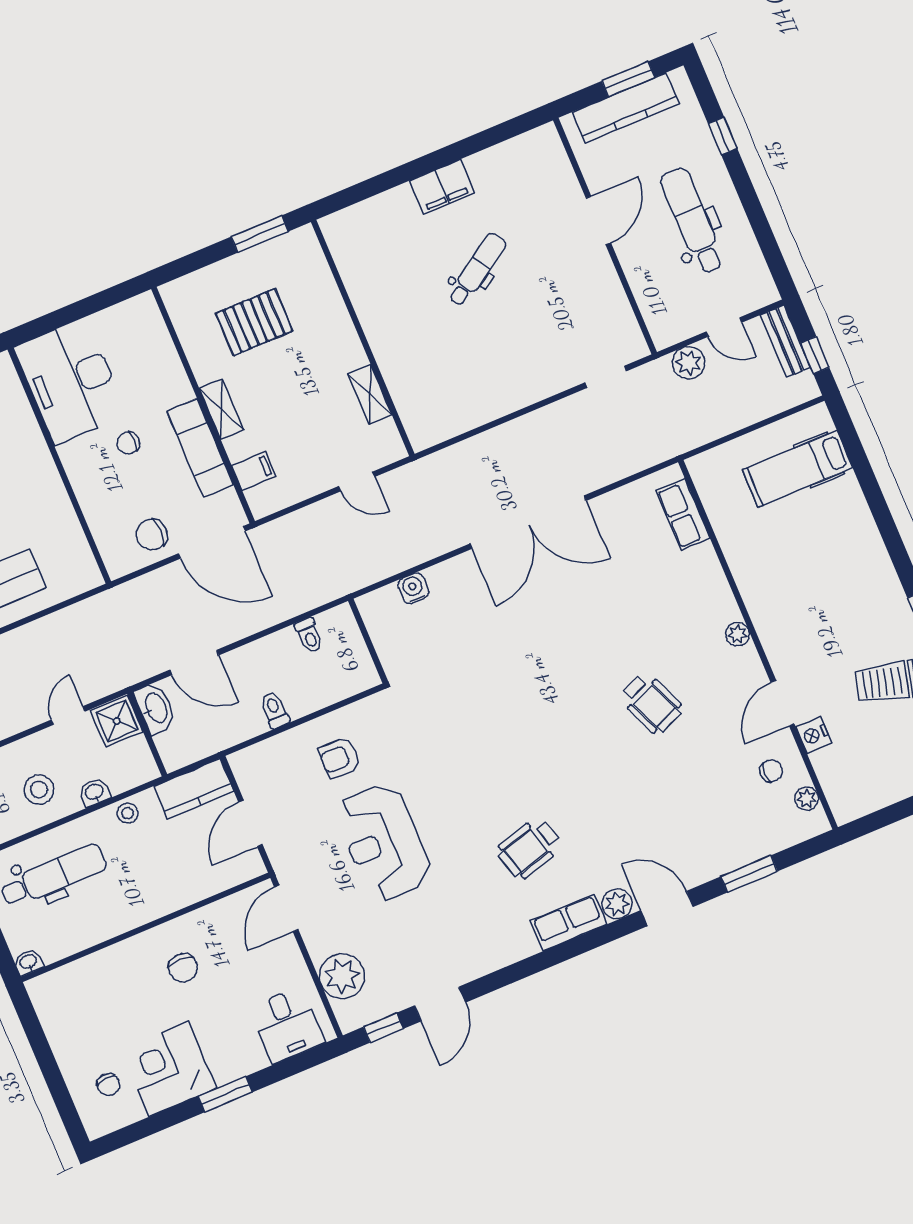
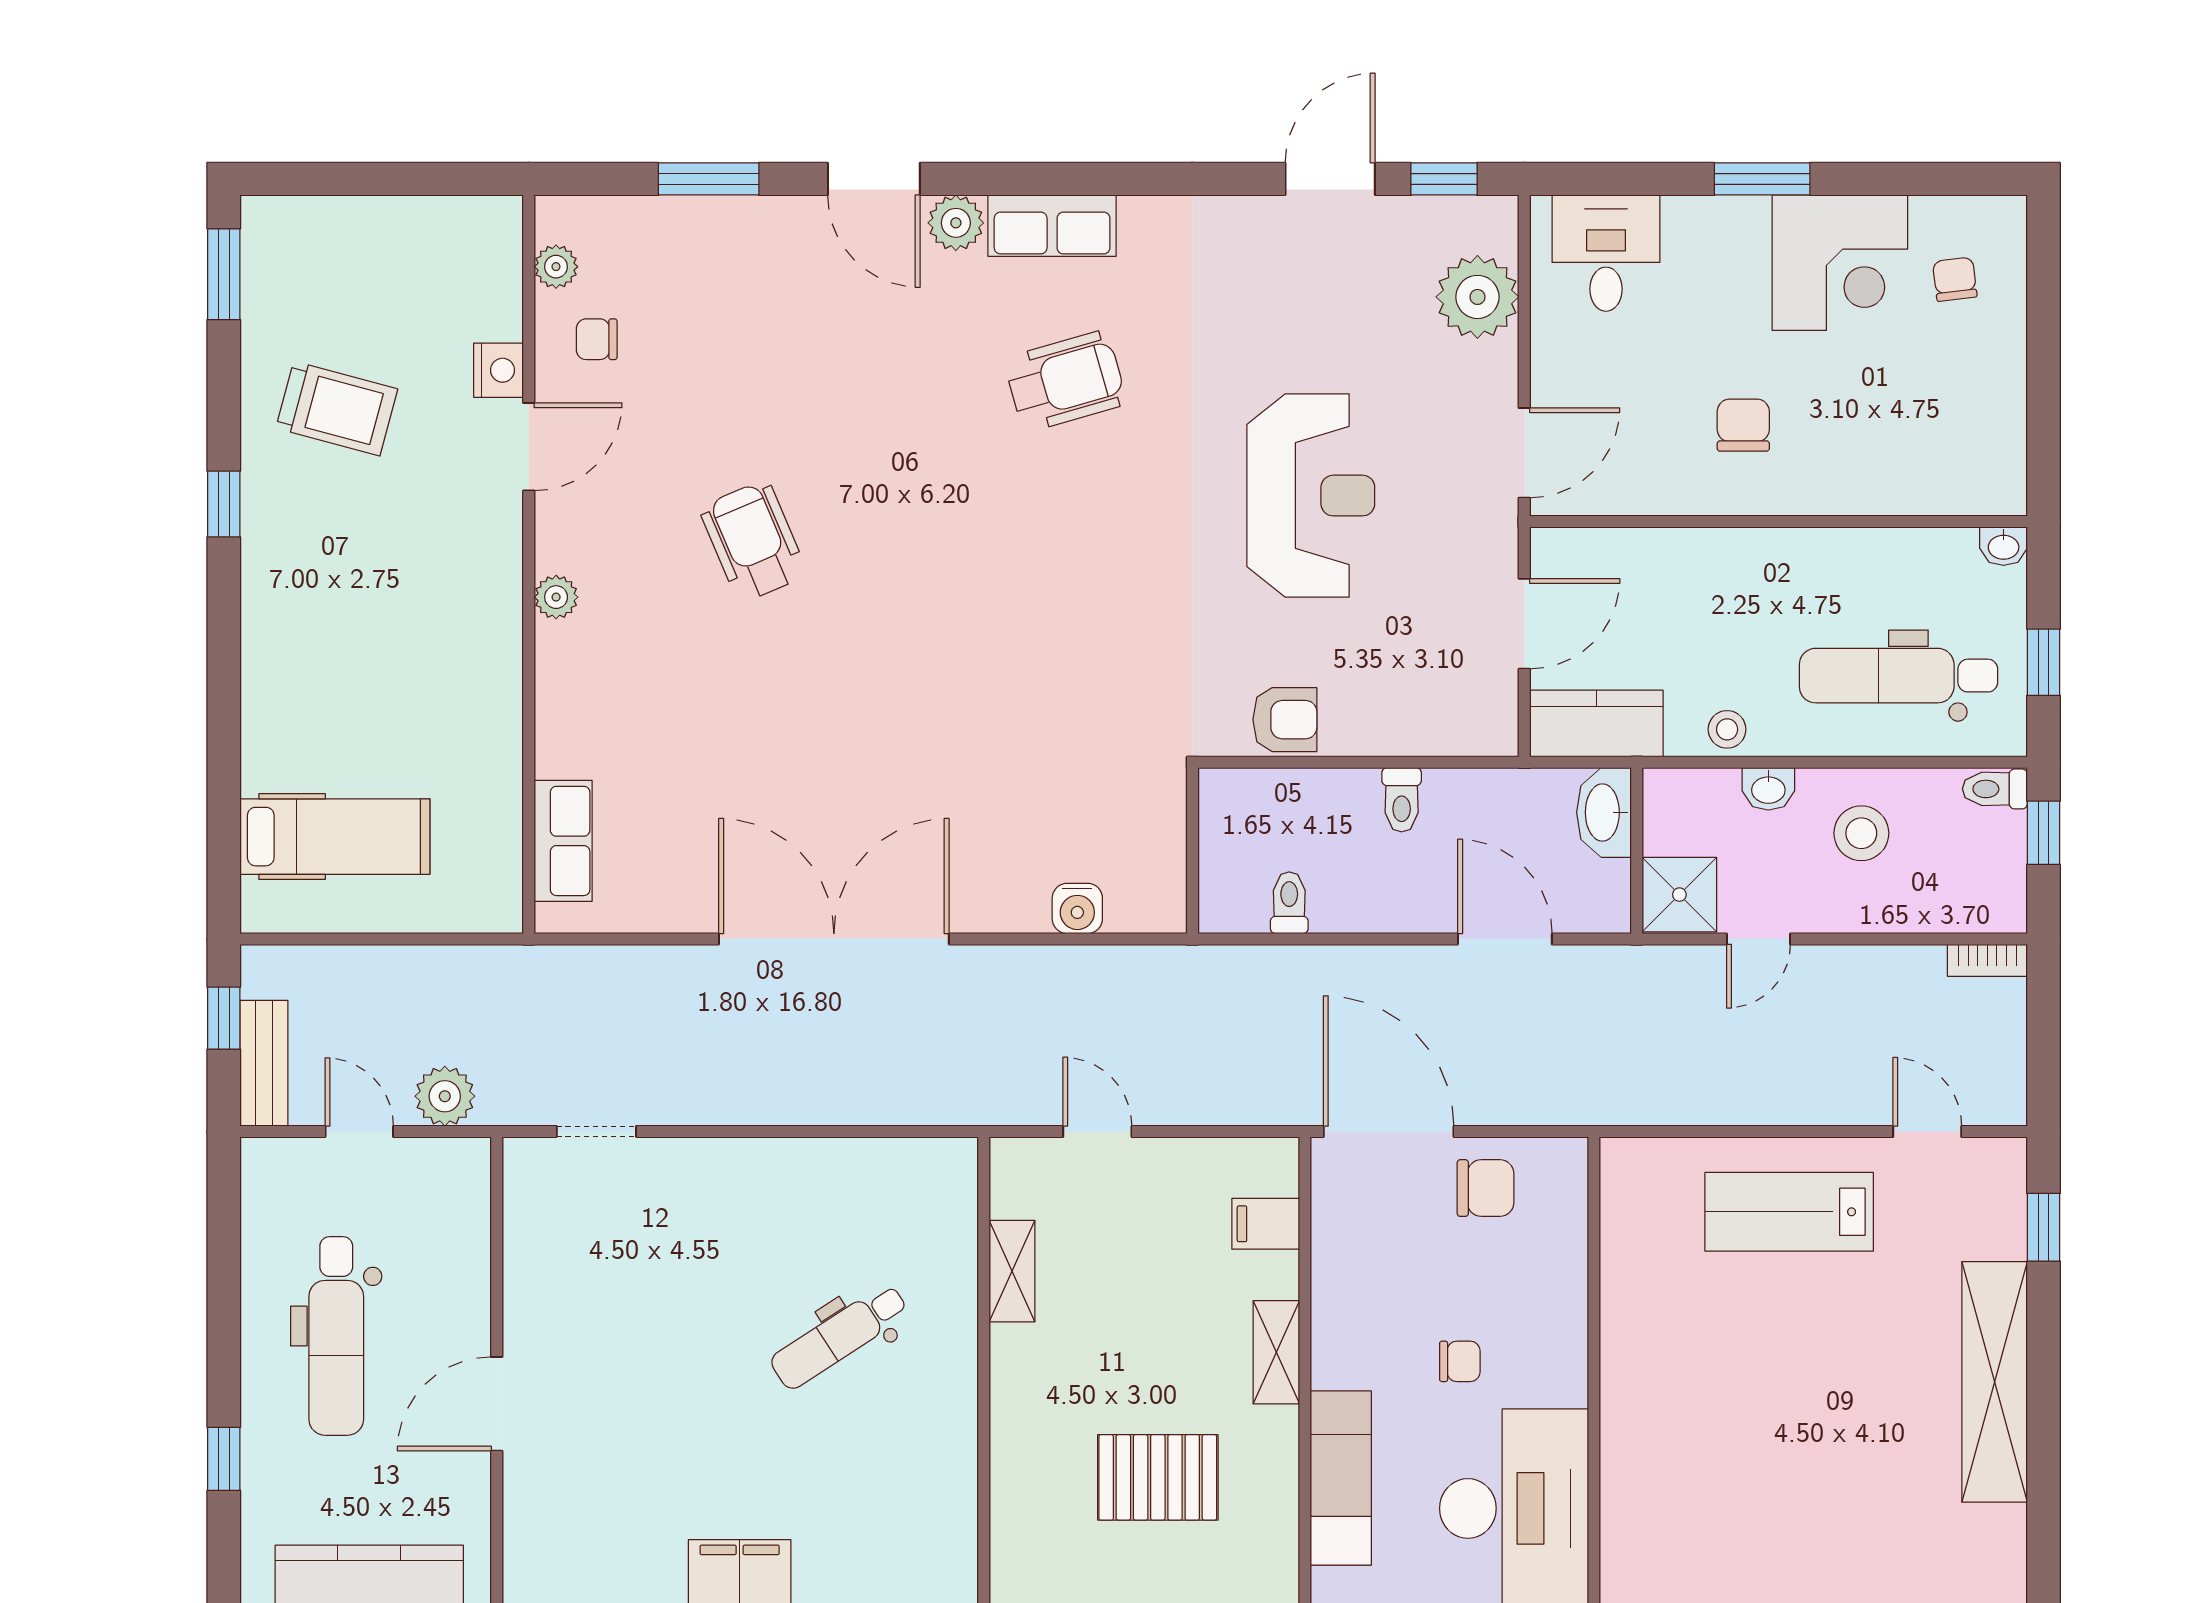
dental chair: (477, 270) -> (839, 1336), moved
exam couch: (200, 448) -> (1341, 1478), moved
washbasin: (155, 708) -> (1604, 812), moved
armchair: (340, 758) -> (1285, 720), moved

